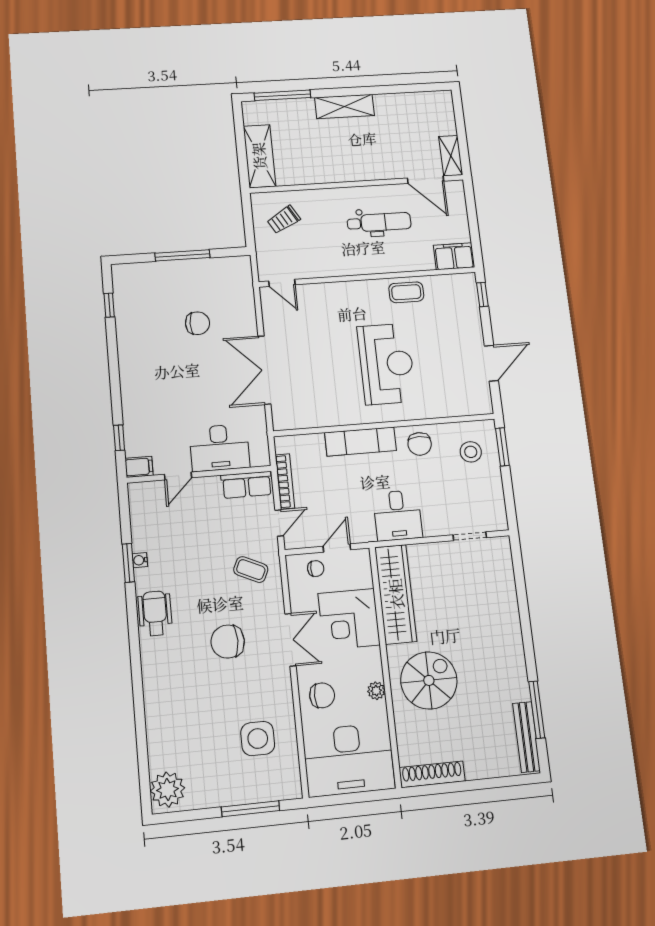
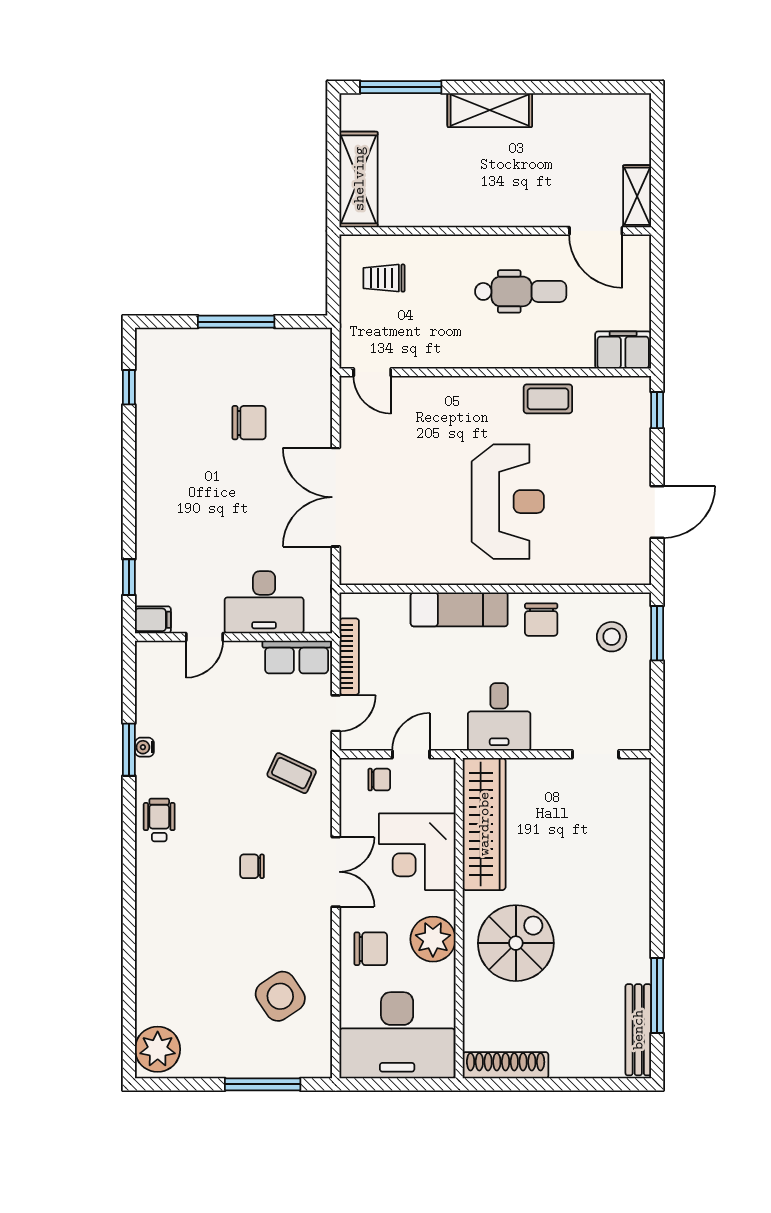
trolley: (284, 220) -> (384, 278), turned 30
wheelchair: (155, 613) -> (159, 820), width x0.73, depth x0.73
chair: (228, 642) -> (252, 866), width x0.54, depth x0.54
plant: (376, 691) -> (433, 939), width x1.87, depth x1.87
side table: (258, 739) -> (280, 996), turned -34

